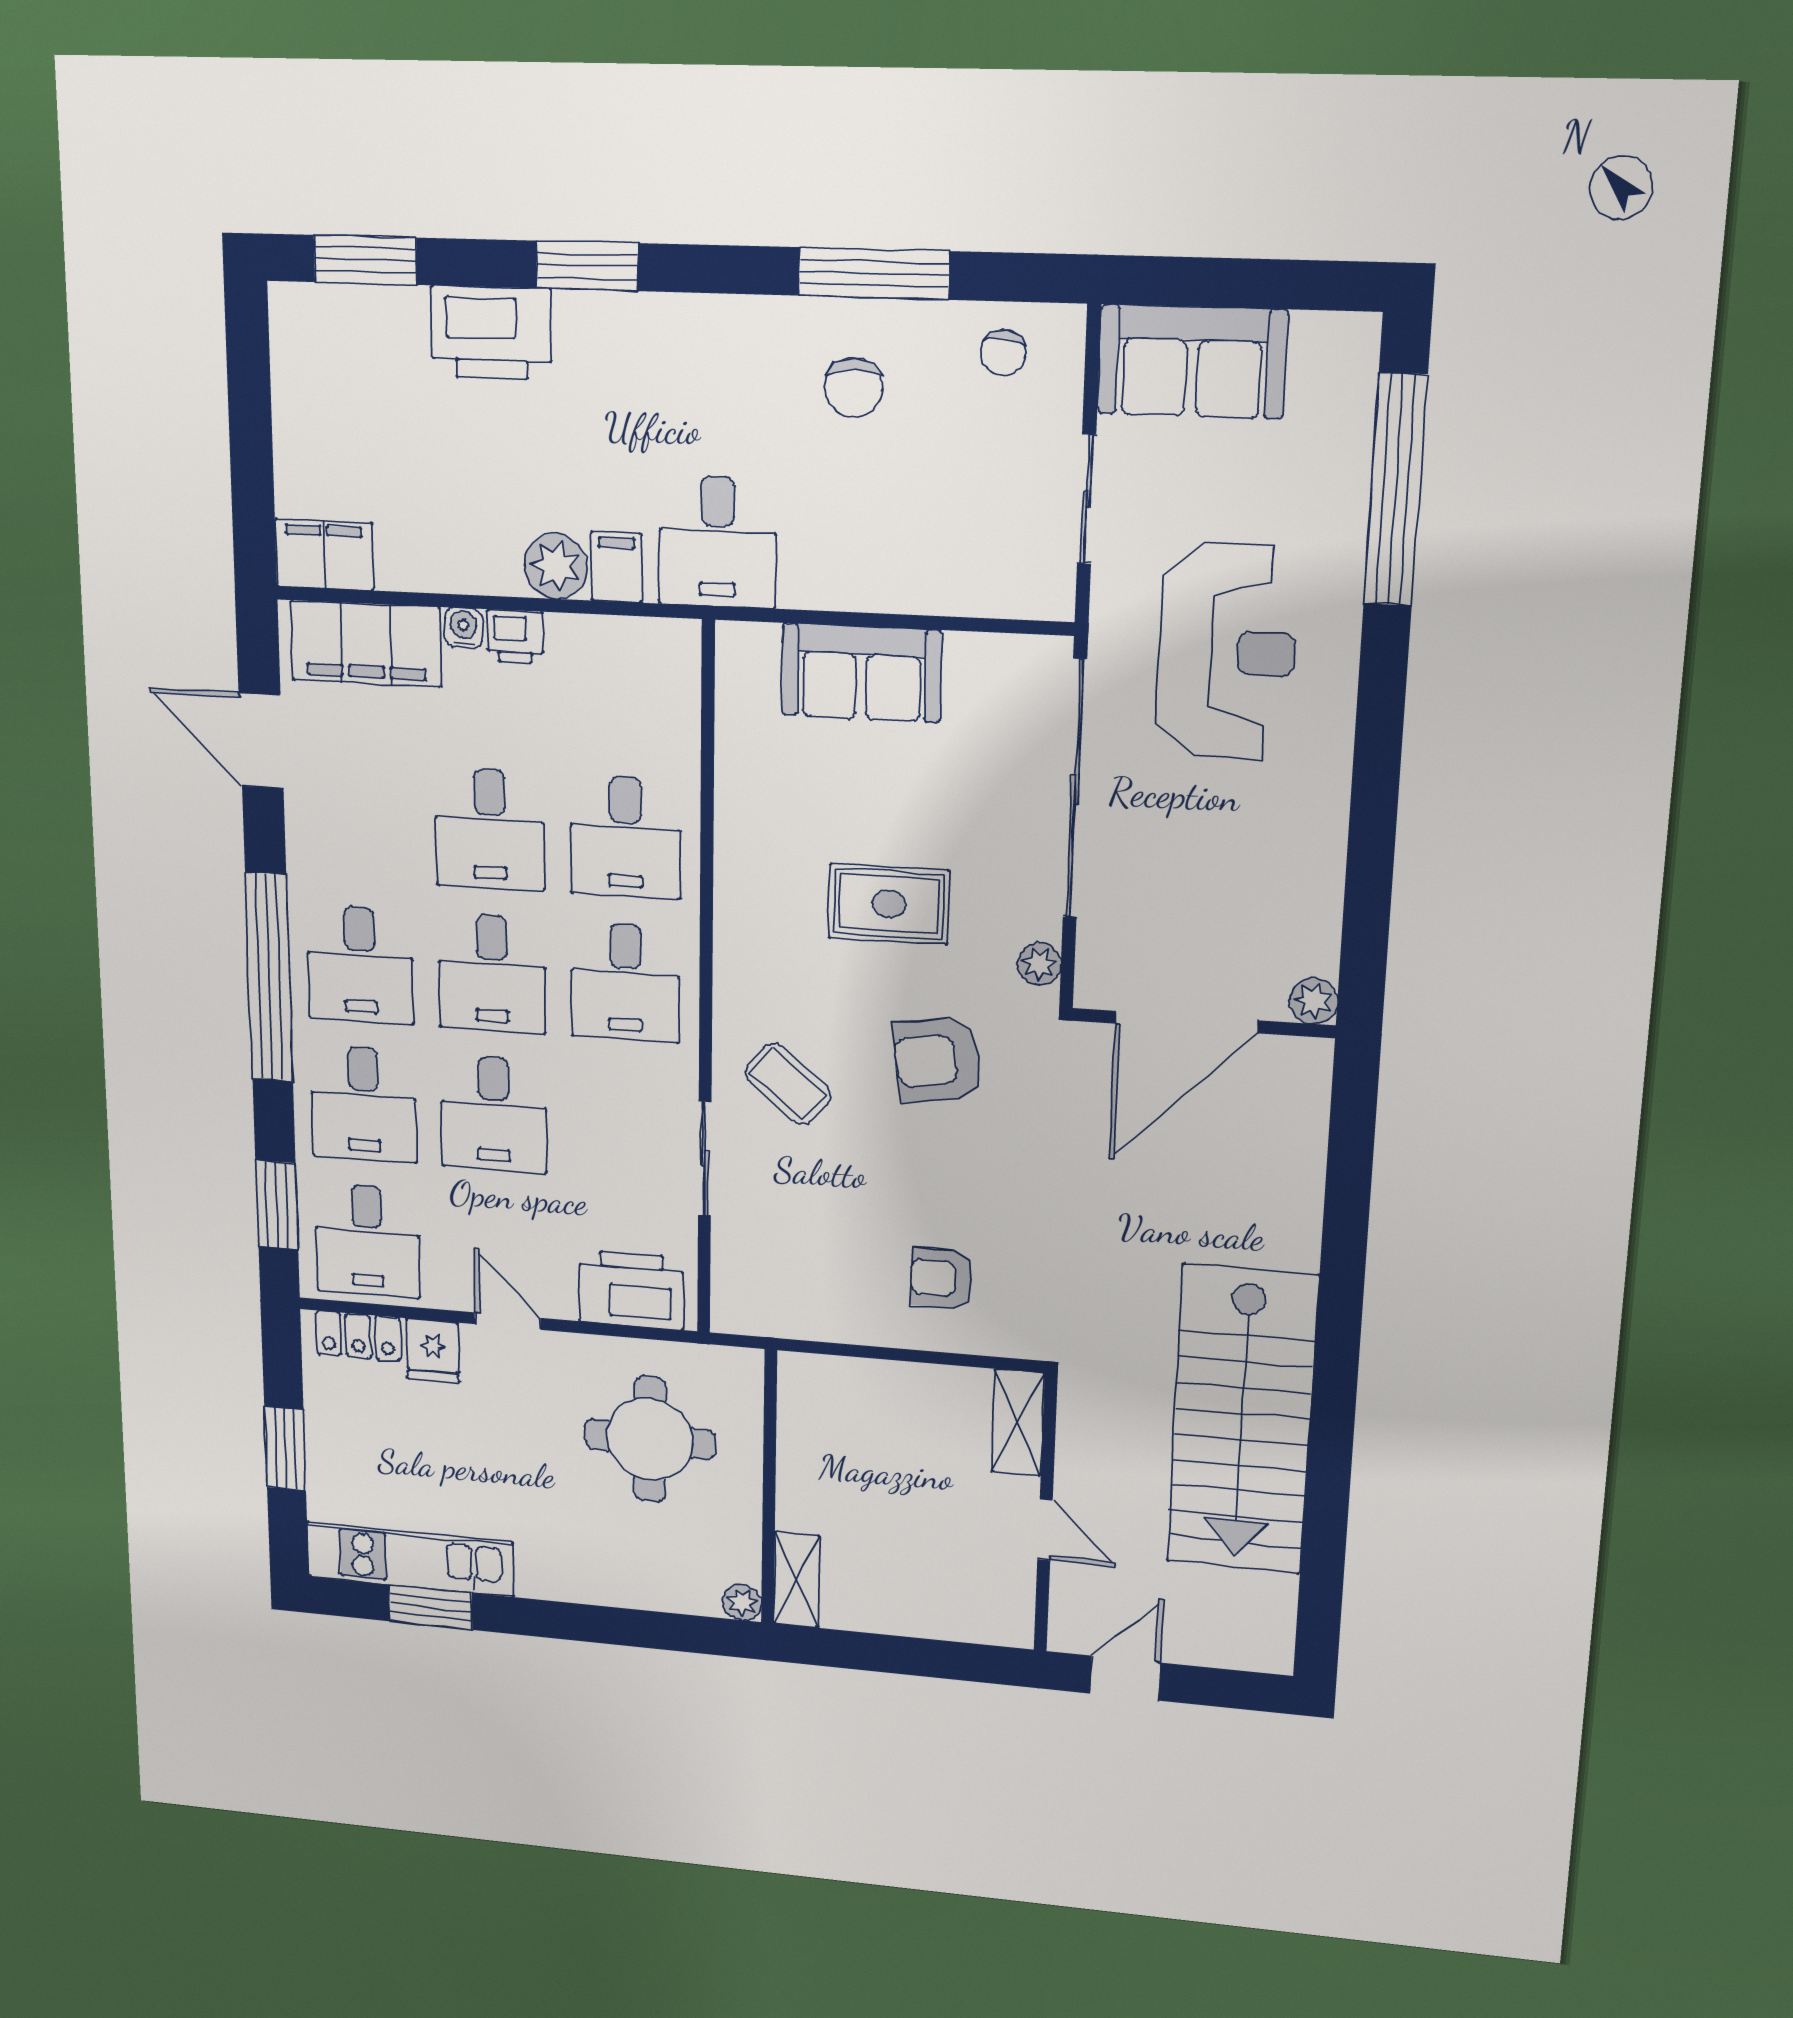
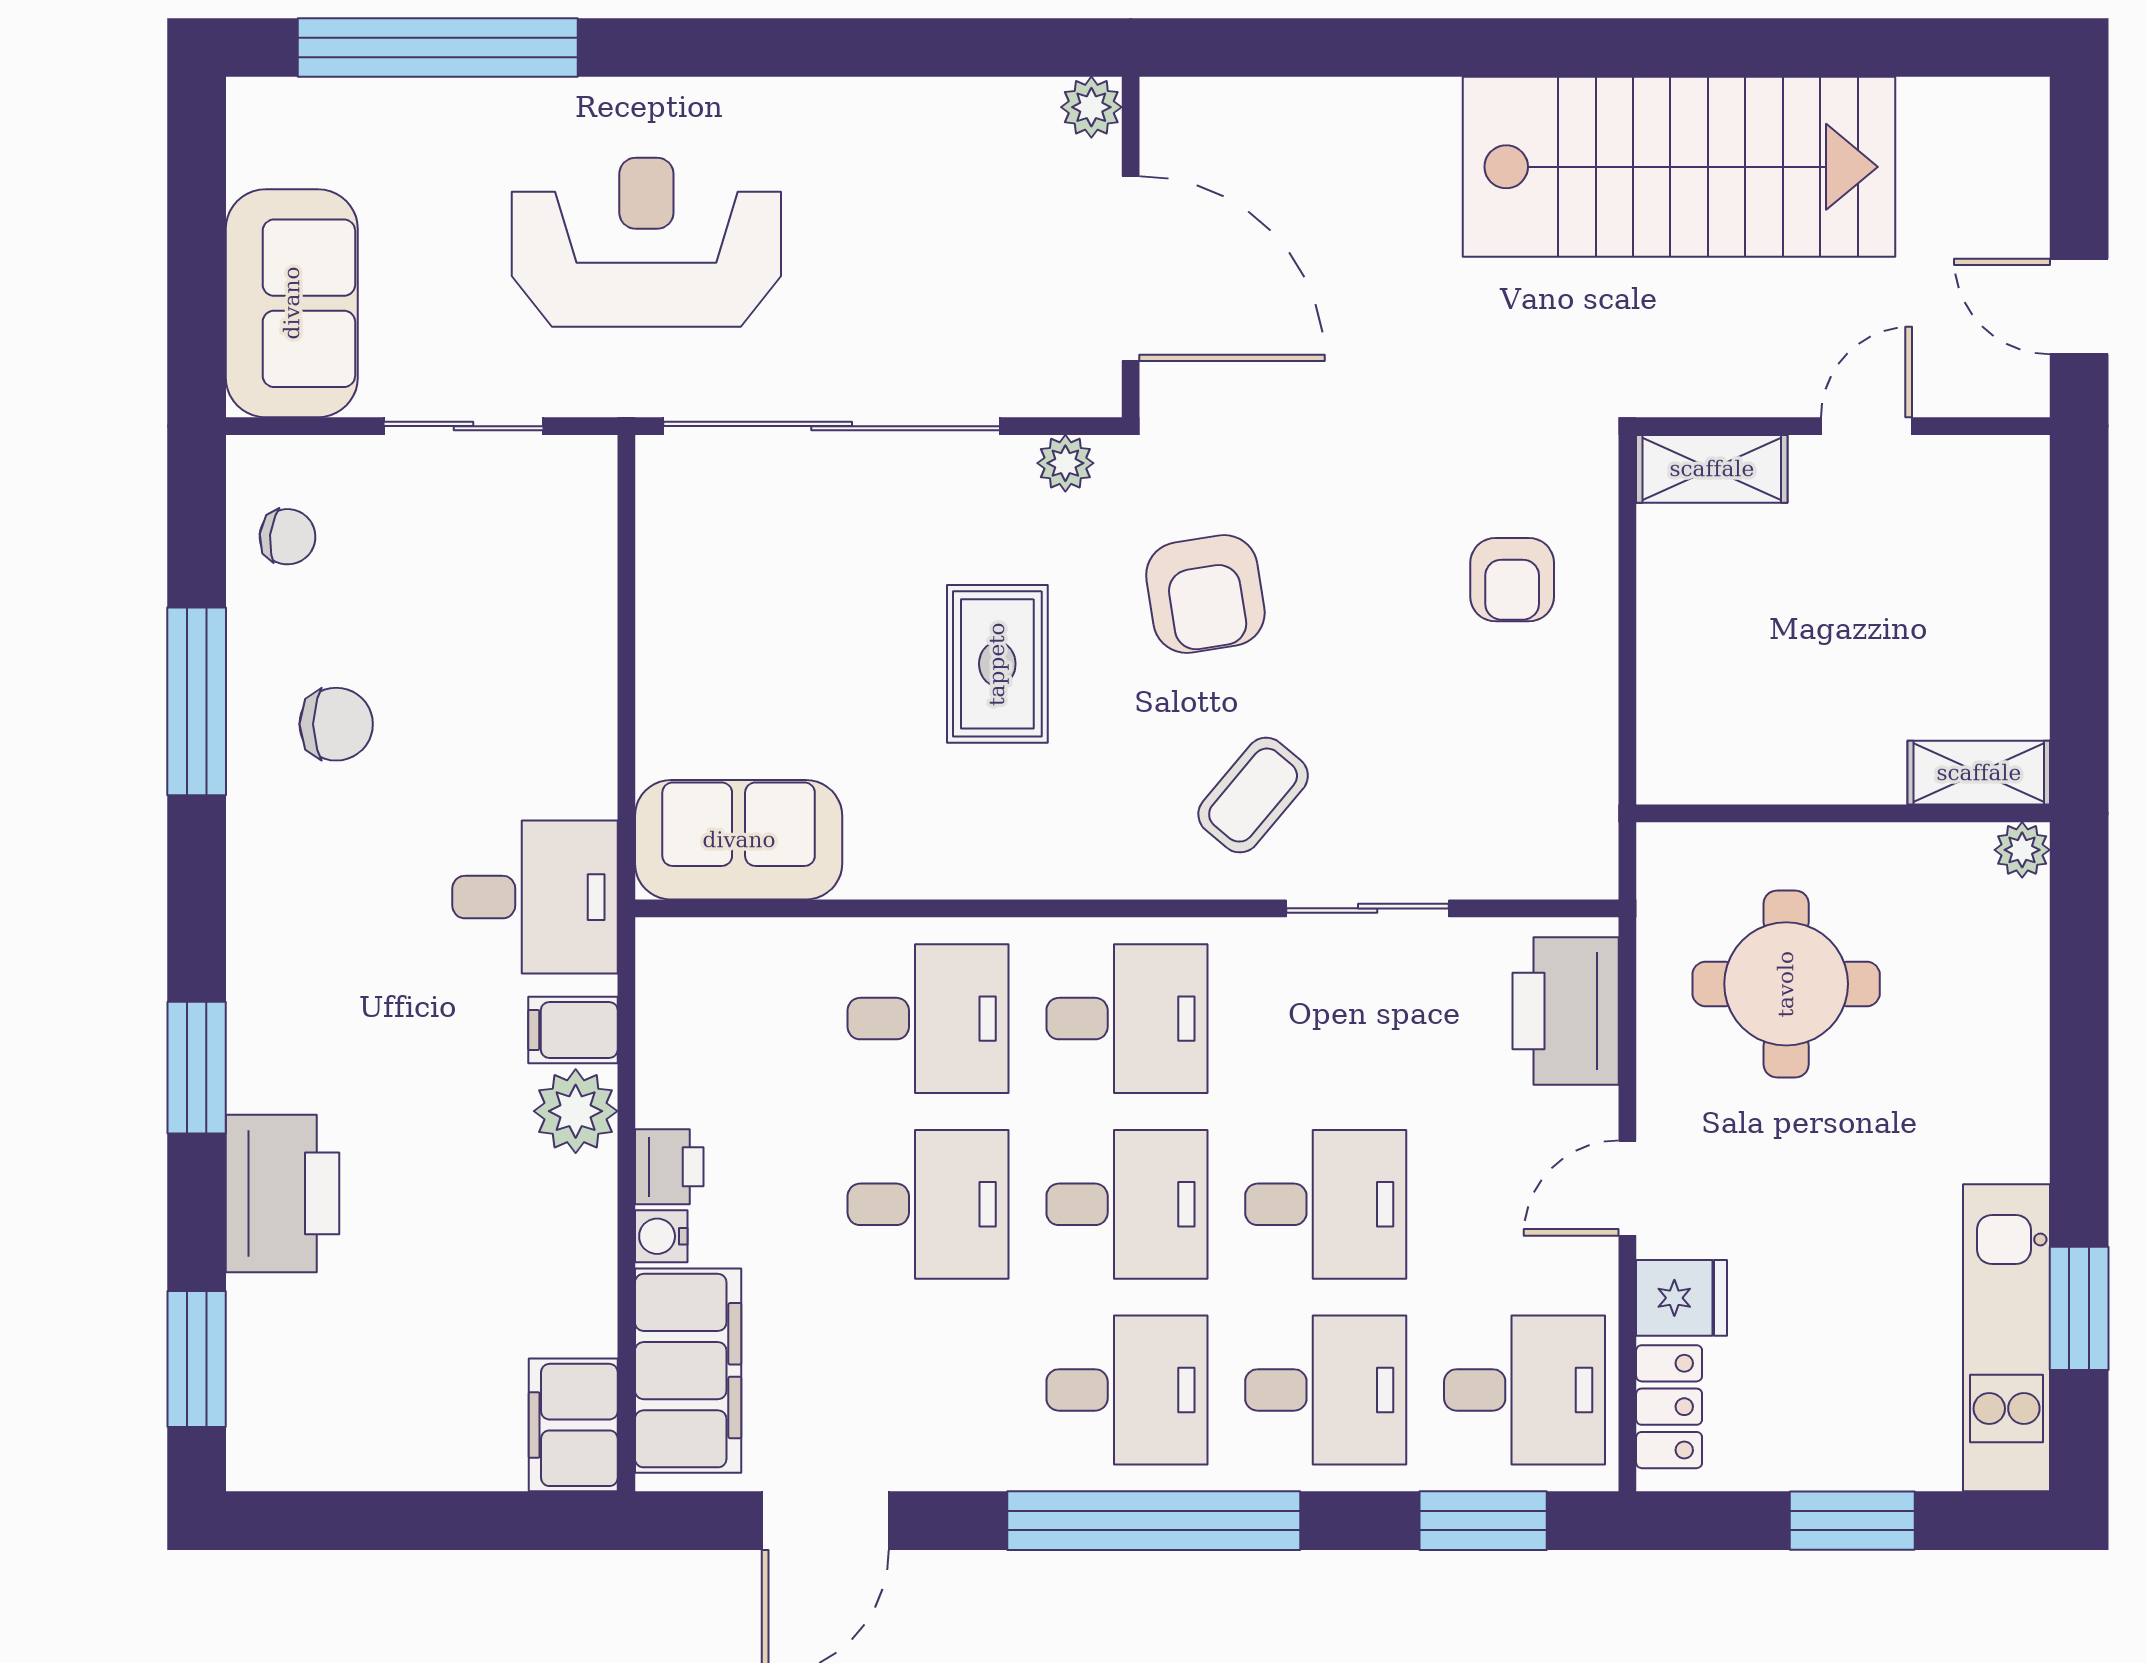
sofa: (861, 673) -> (739, 840), moved, turned -90

